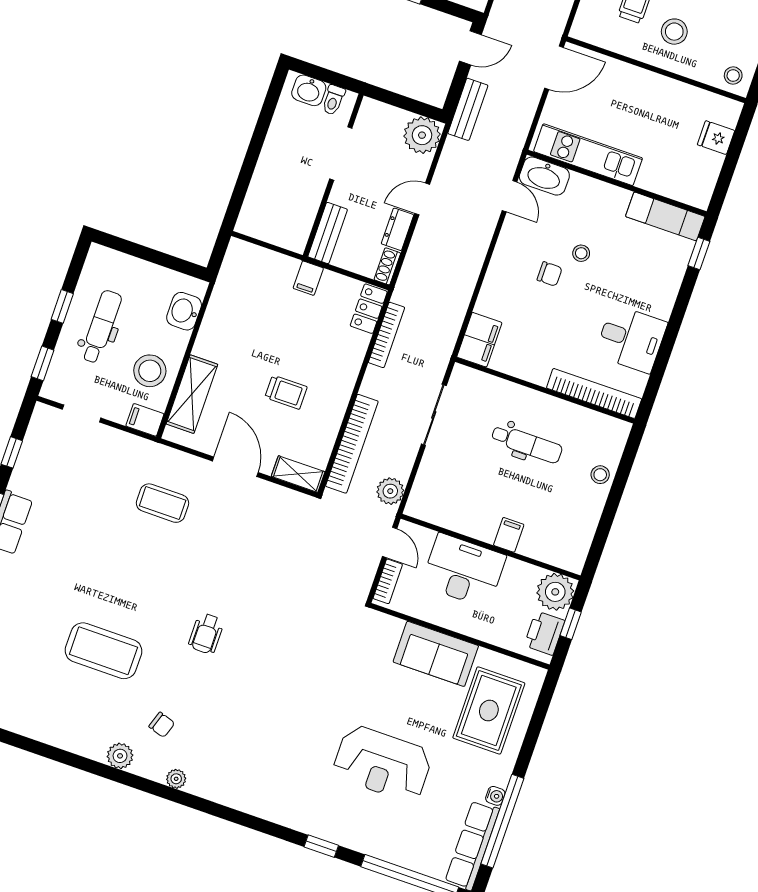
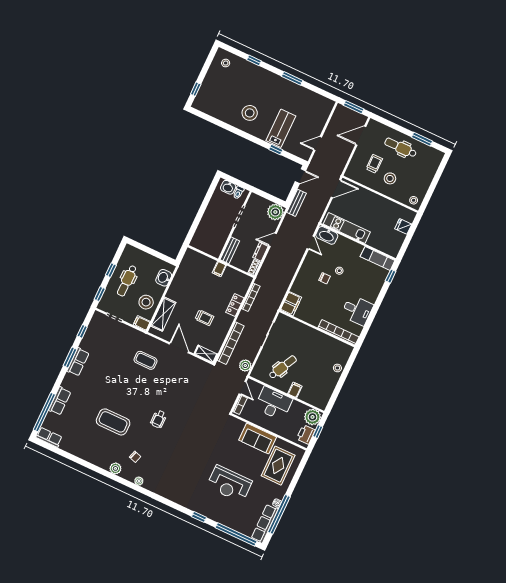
locker: (369, 309) -> (235, 305), moved
dental chair: (101, 327) -> (127, 281), turned 180
dental chair: (527, 444) -> (283, 367), moved, turned -63

